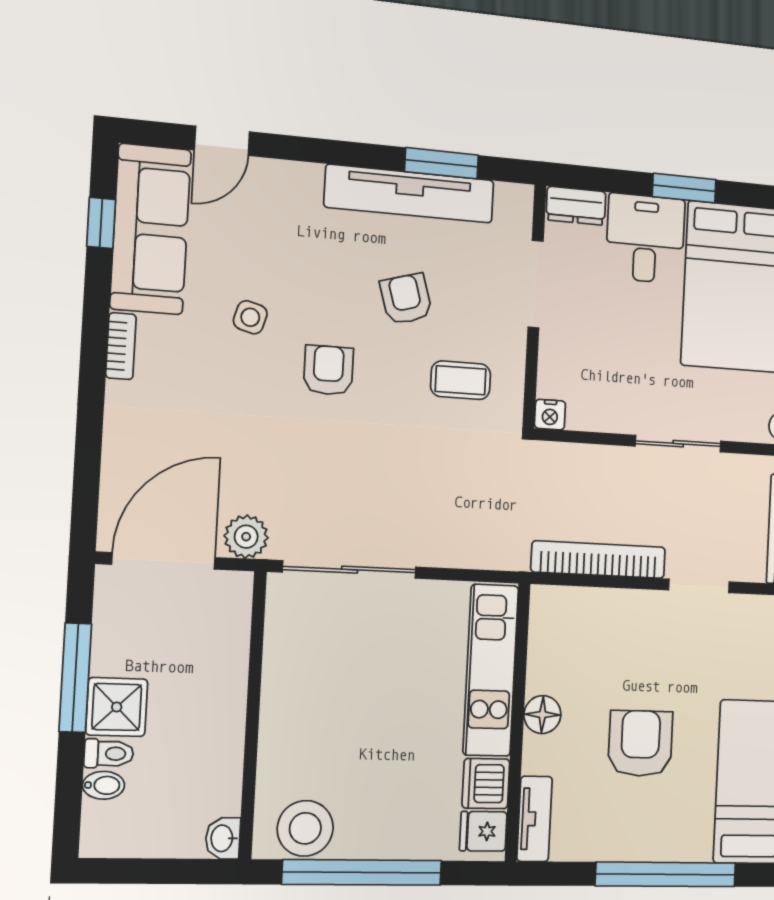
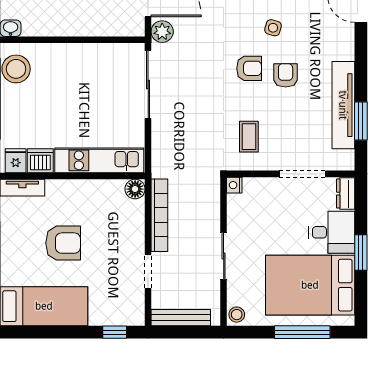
armchair: (406, 299) -> (286, 75), moved, turned -74
floor lamp: (542, 715) -> (135, 189), moved

